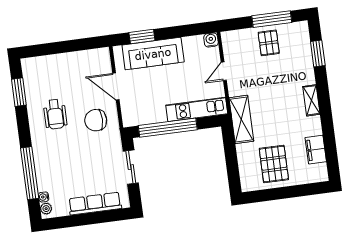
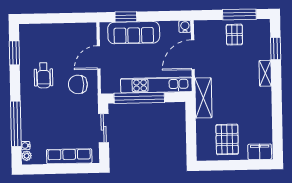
door: (224, 71) -> (193, 55), width x1.88
door: (116, 87) -> (99, 57), hinge flipped
shelving: (311, 100) -> (265, 73), moved
kitchen unit: (197, 109) -> (156, 85), width x1.36
filing cabinet: (316, 150) -> (260, 152), moved, turned 90

